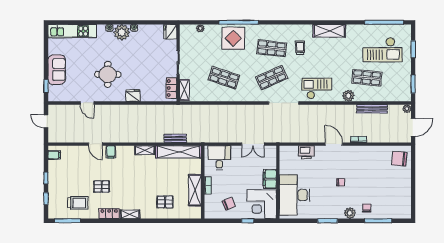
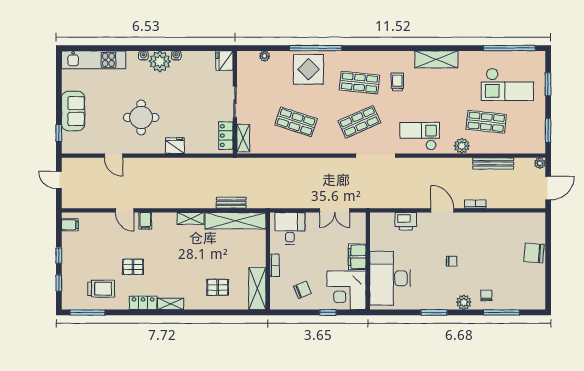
chair: (399, 159) -> (534, 253), moved
shelving: (195, 190) -> (257, 289), moved

